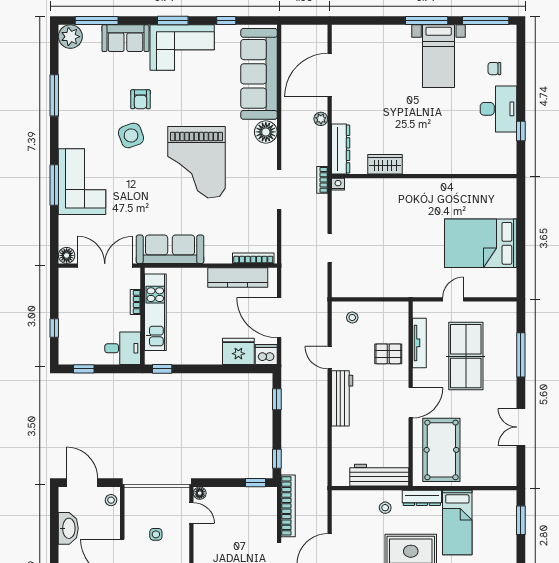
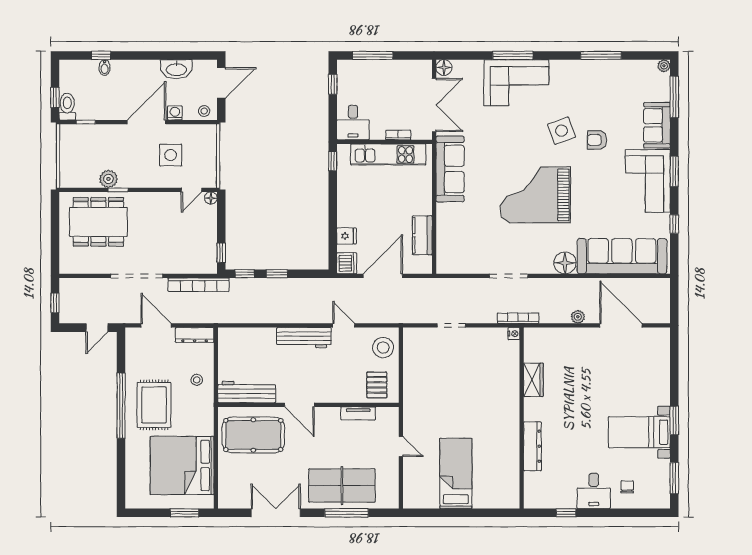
window: (427, 20) -> (674, 420), width x0.69
window: (486, 20) -> (674, 478), width x0.69
plant: (70, 37) -> (664, 66), width x0.53, depth x0.53
desk: (498, 109) -> (594, 491), width x0.73
dresser: (341, 149) -> (532, 446), moved, turned -90
bookcase: (322, 180) -> (518, 318), width x1.56
bed: (481, 243) -> (456, 473), width x0.67
bookcase: (253, 258) -> (441, 251), removed
kitchen counter: (238, 278) -> (422, 235), width x0.67
stool: (352, 318) -> (383, 348), width x1.89, depth x1.89
window: (54, 328) -> (373, 55), width x2.17
tv unit: (419, 343) -> (358, 413), width x0.71
fridge: (238, 351) -> (347, 236), width x0.53, depth x0.75
pallet: (388, 354) -> (377, 385), moved
table tennis table: (466, 356) -> (342, 486), moved
door: (330, 358) -> (344, 325), hinge flipped
window: (277, 399) -> (277, 274), moved
double door: (521, 427) -> (276, 513), width x1.37
workbench: (379, 475) -> (247, 392), moved, turned -90
dresser: (422, 498) -> (195, 335), moved, turned -90
bed: (457, 523) -> (182, 465), width x2.04
washing machine: (113, 530) -> (175, 113), added
side table: (156, 534) -> (171, 155), width x1.87, depth x1.87

